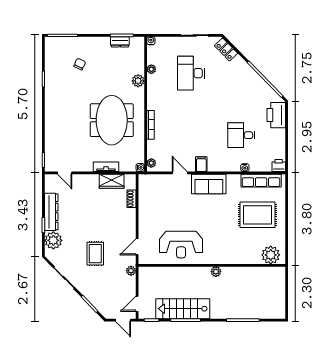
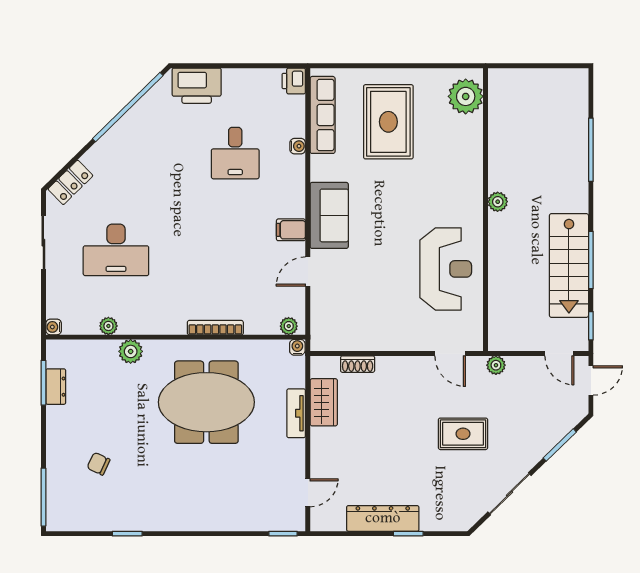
plant: (53, 240) -> (438, 514), removed

